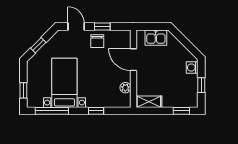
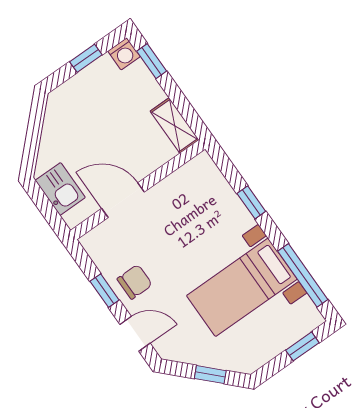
door: (76, 26) -> (135, 334), swing flipped
door: (133, 60) -> (123, 200), swing flipped
washing machine: (192, 67) -> (124, 54), moved
plant: (125, 88) -> (179, 181), removed

